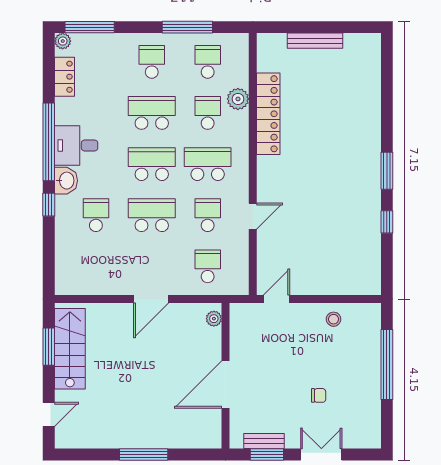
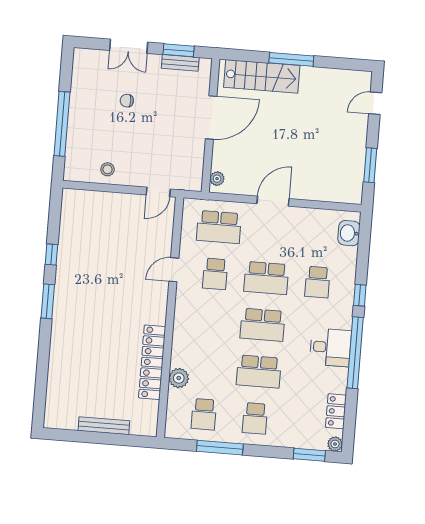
window: (90, 27) -> (309, 455), width x0.69
school desk: (208, 113) -> (208, 367), removed
school desk: (208, 164) -> (211, 321), removed
washbasin: (66, 181) -> (349, 233), moved
school desk: (208, 266) -> (219, 227), width x1.85
stairs: (70, 349) -> (262, 76), moved, turned -90

